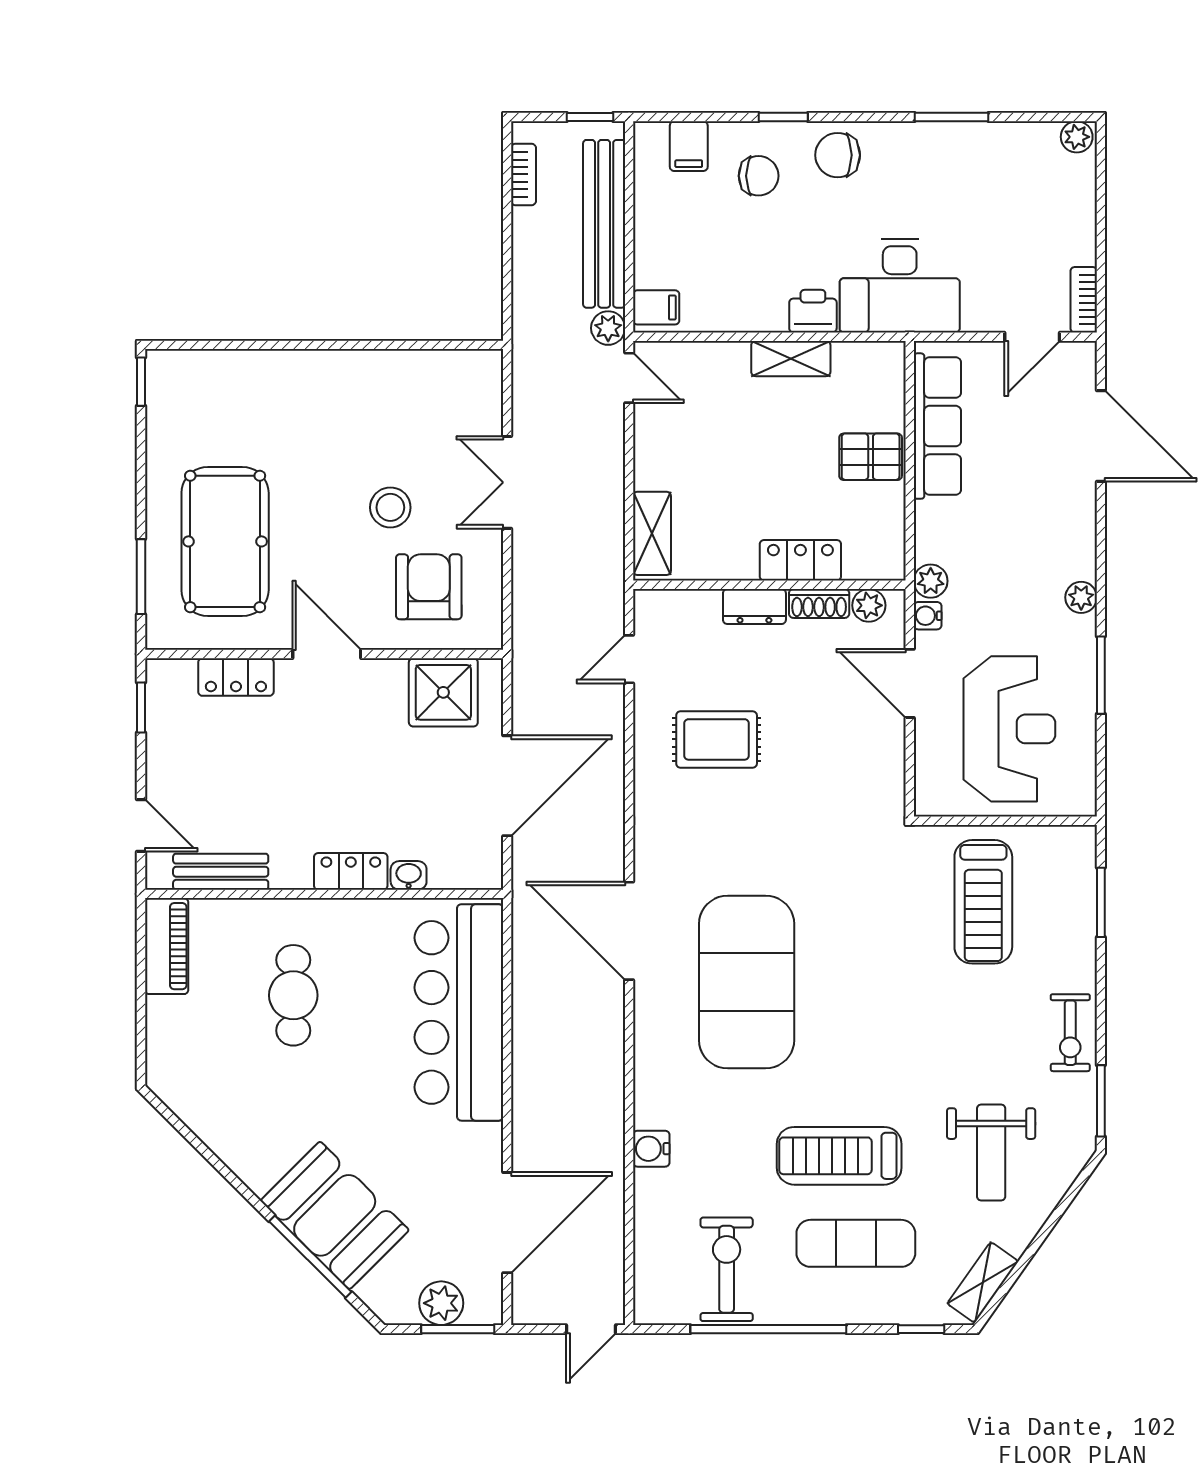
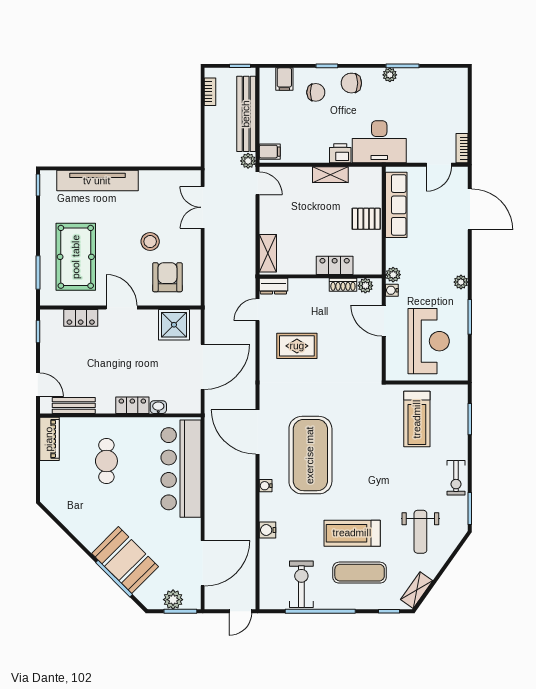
plant: (1077, 137) -> (390, 75), moved
tv unit: (273, 372) -> (97, 181), added
double door: (507, 482) -> (203, 207), moved
dresser: (754, 606) -> (273, 286), moved
water cooler: (647, 1050) -> (266, 486), added

